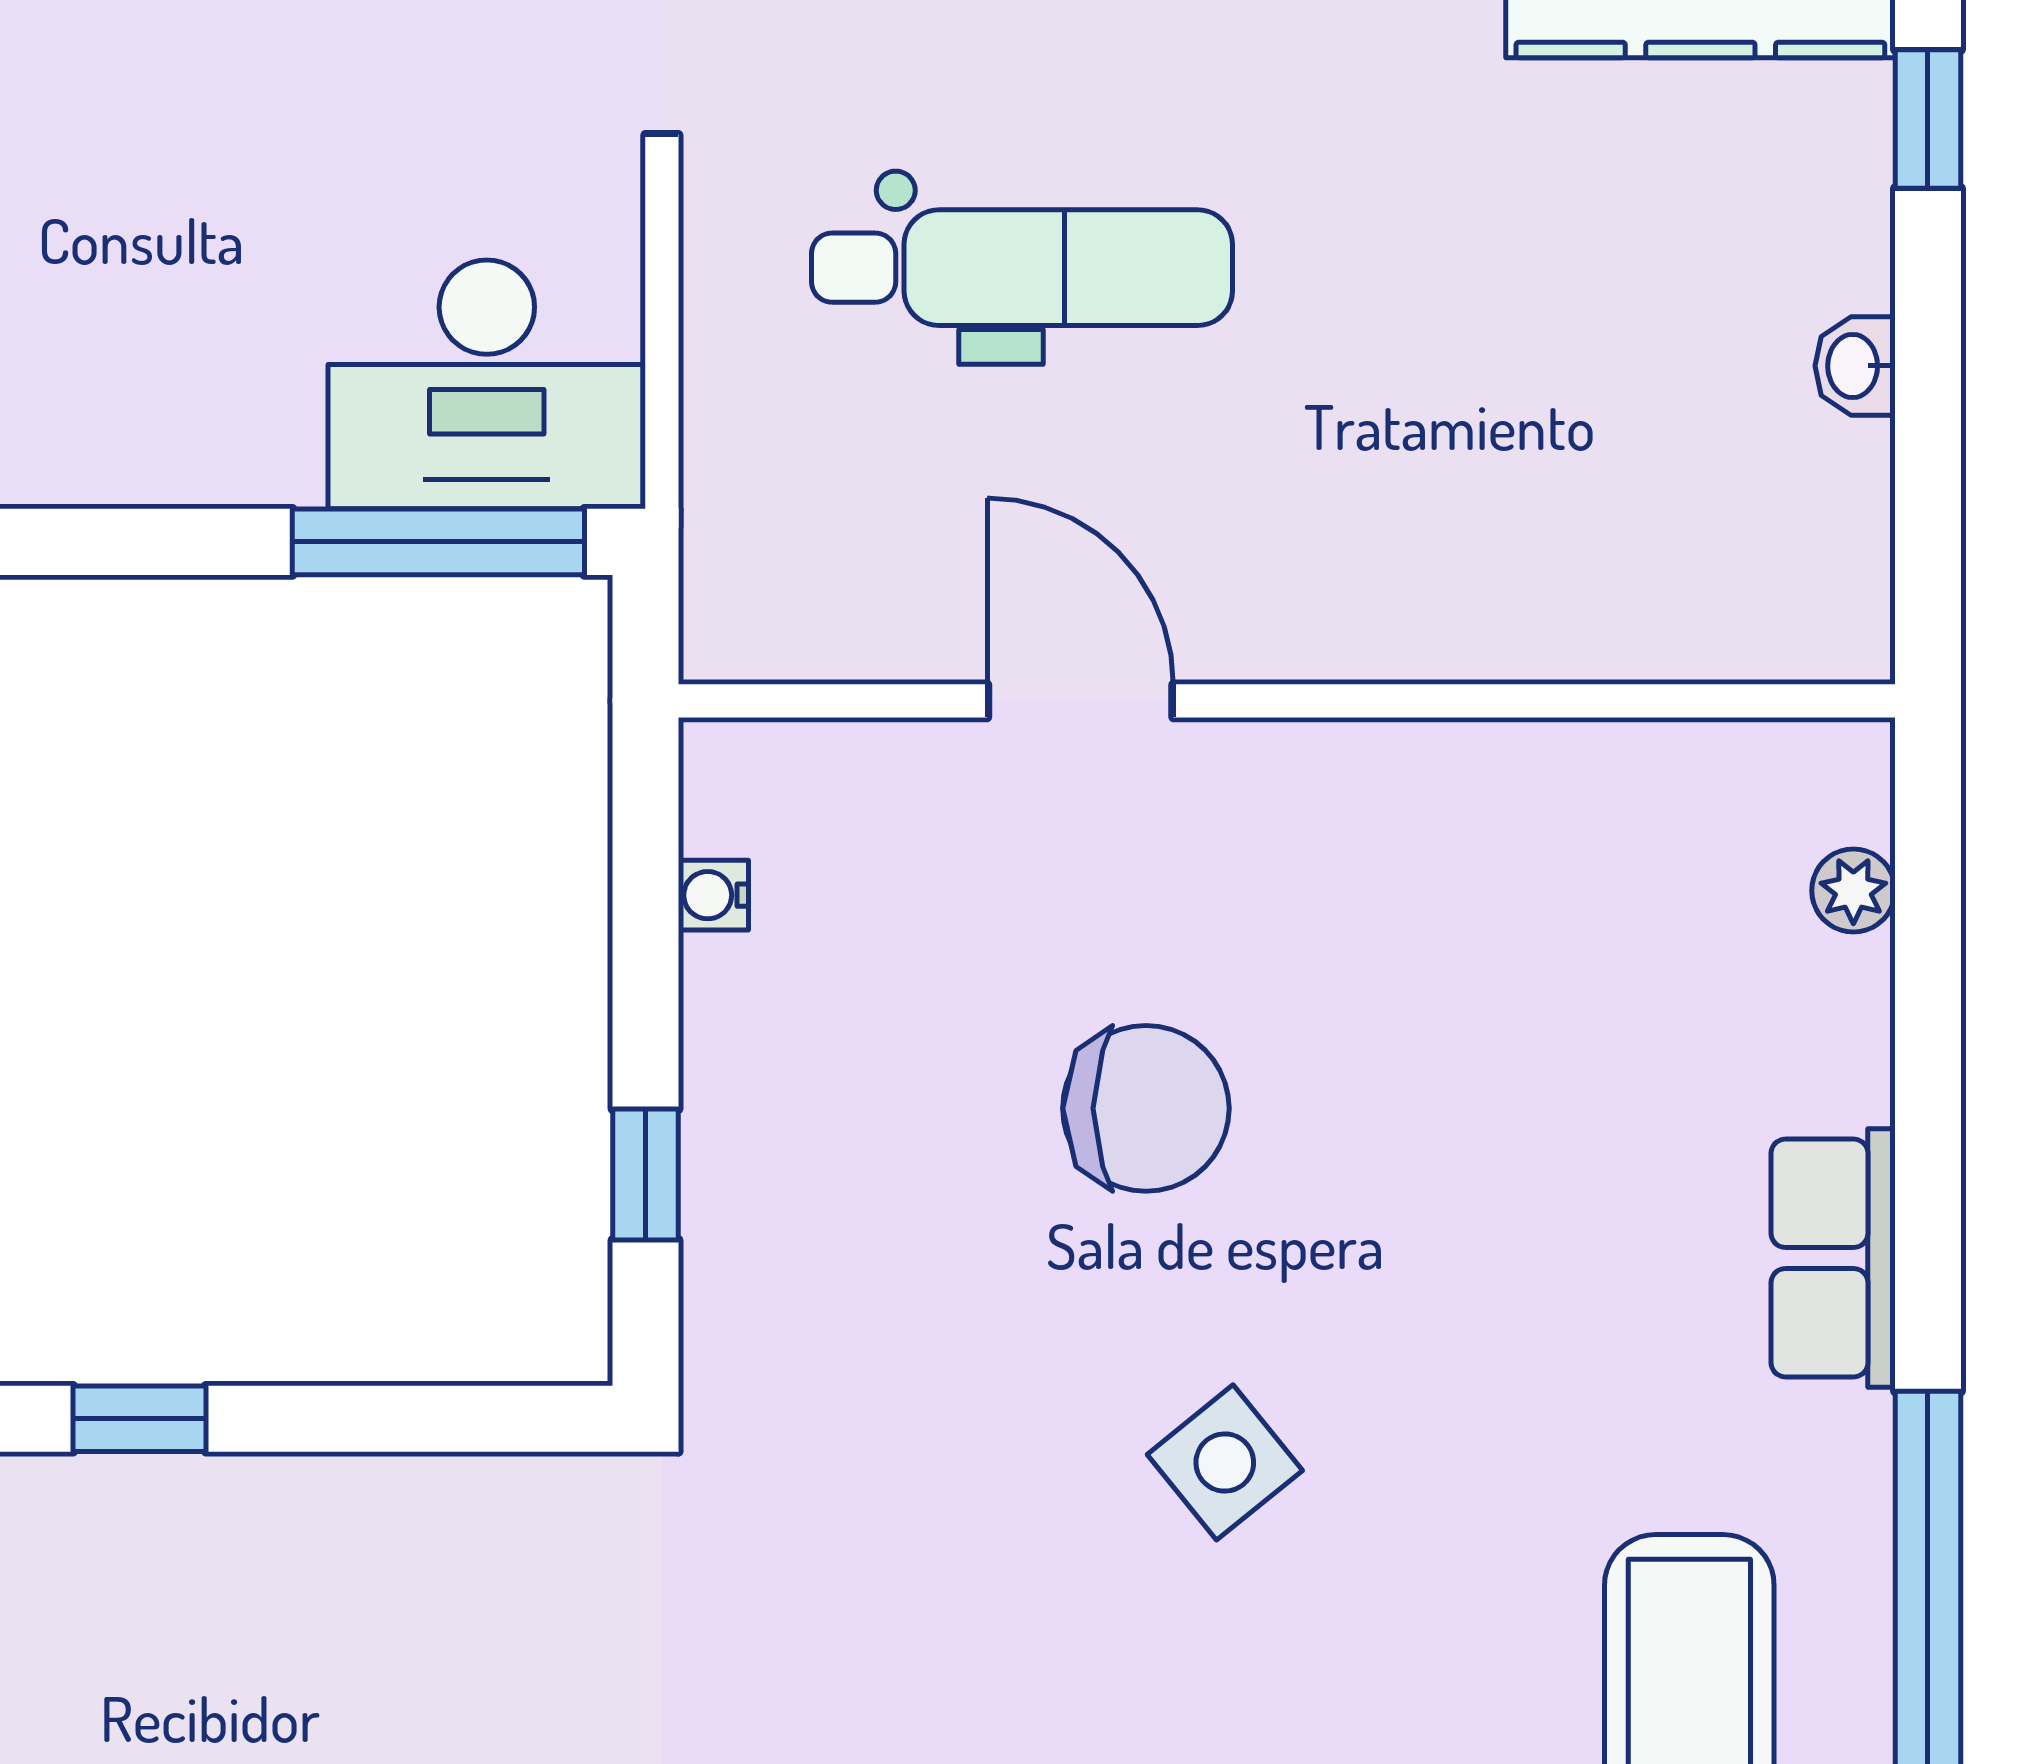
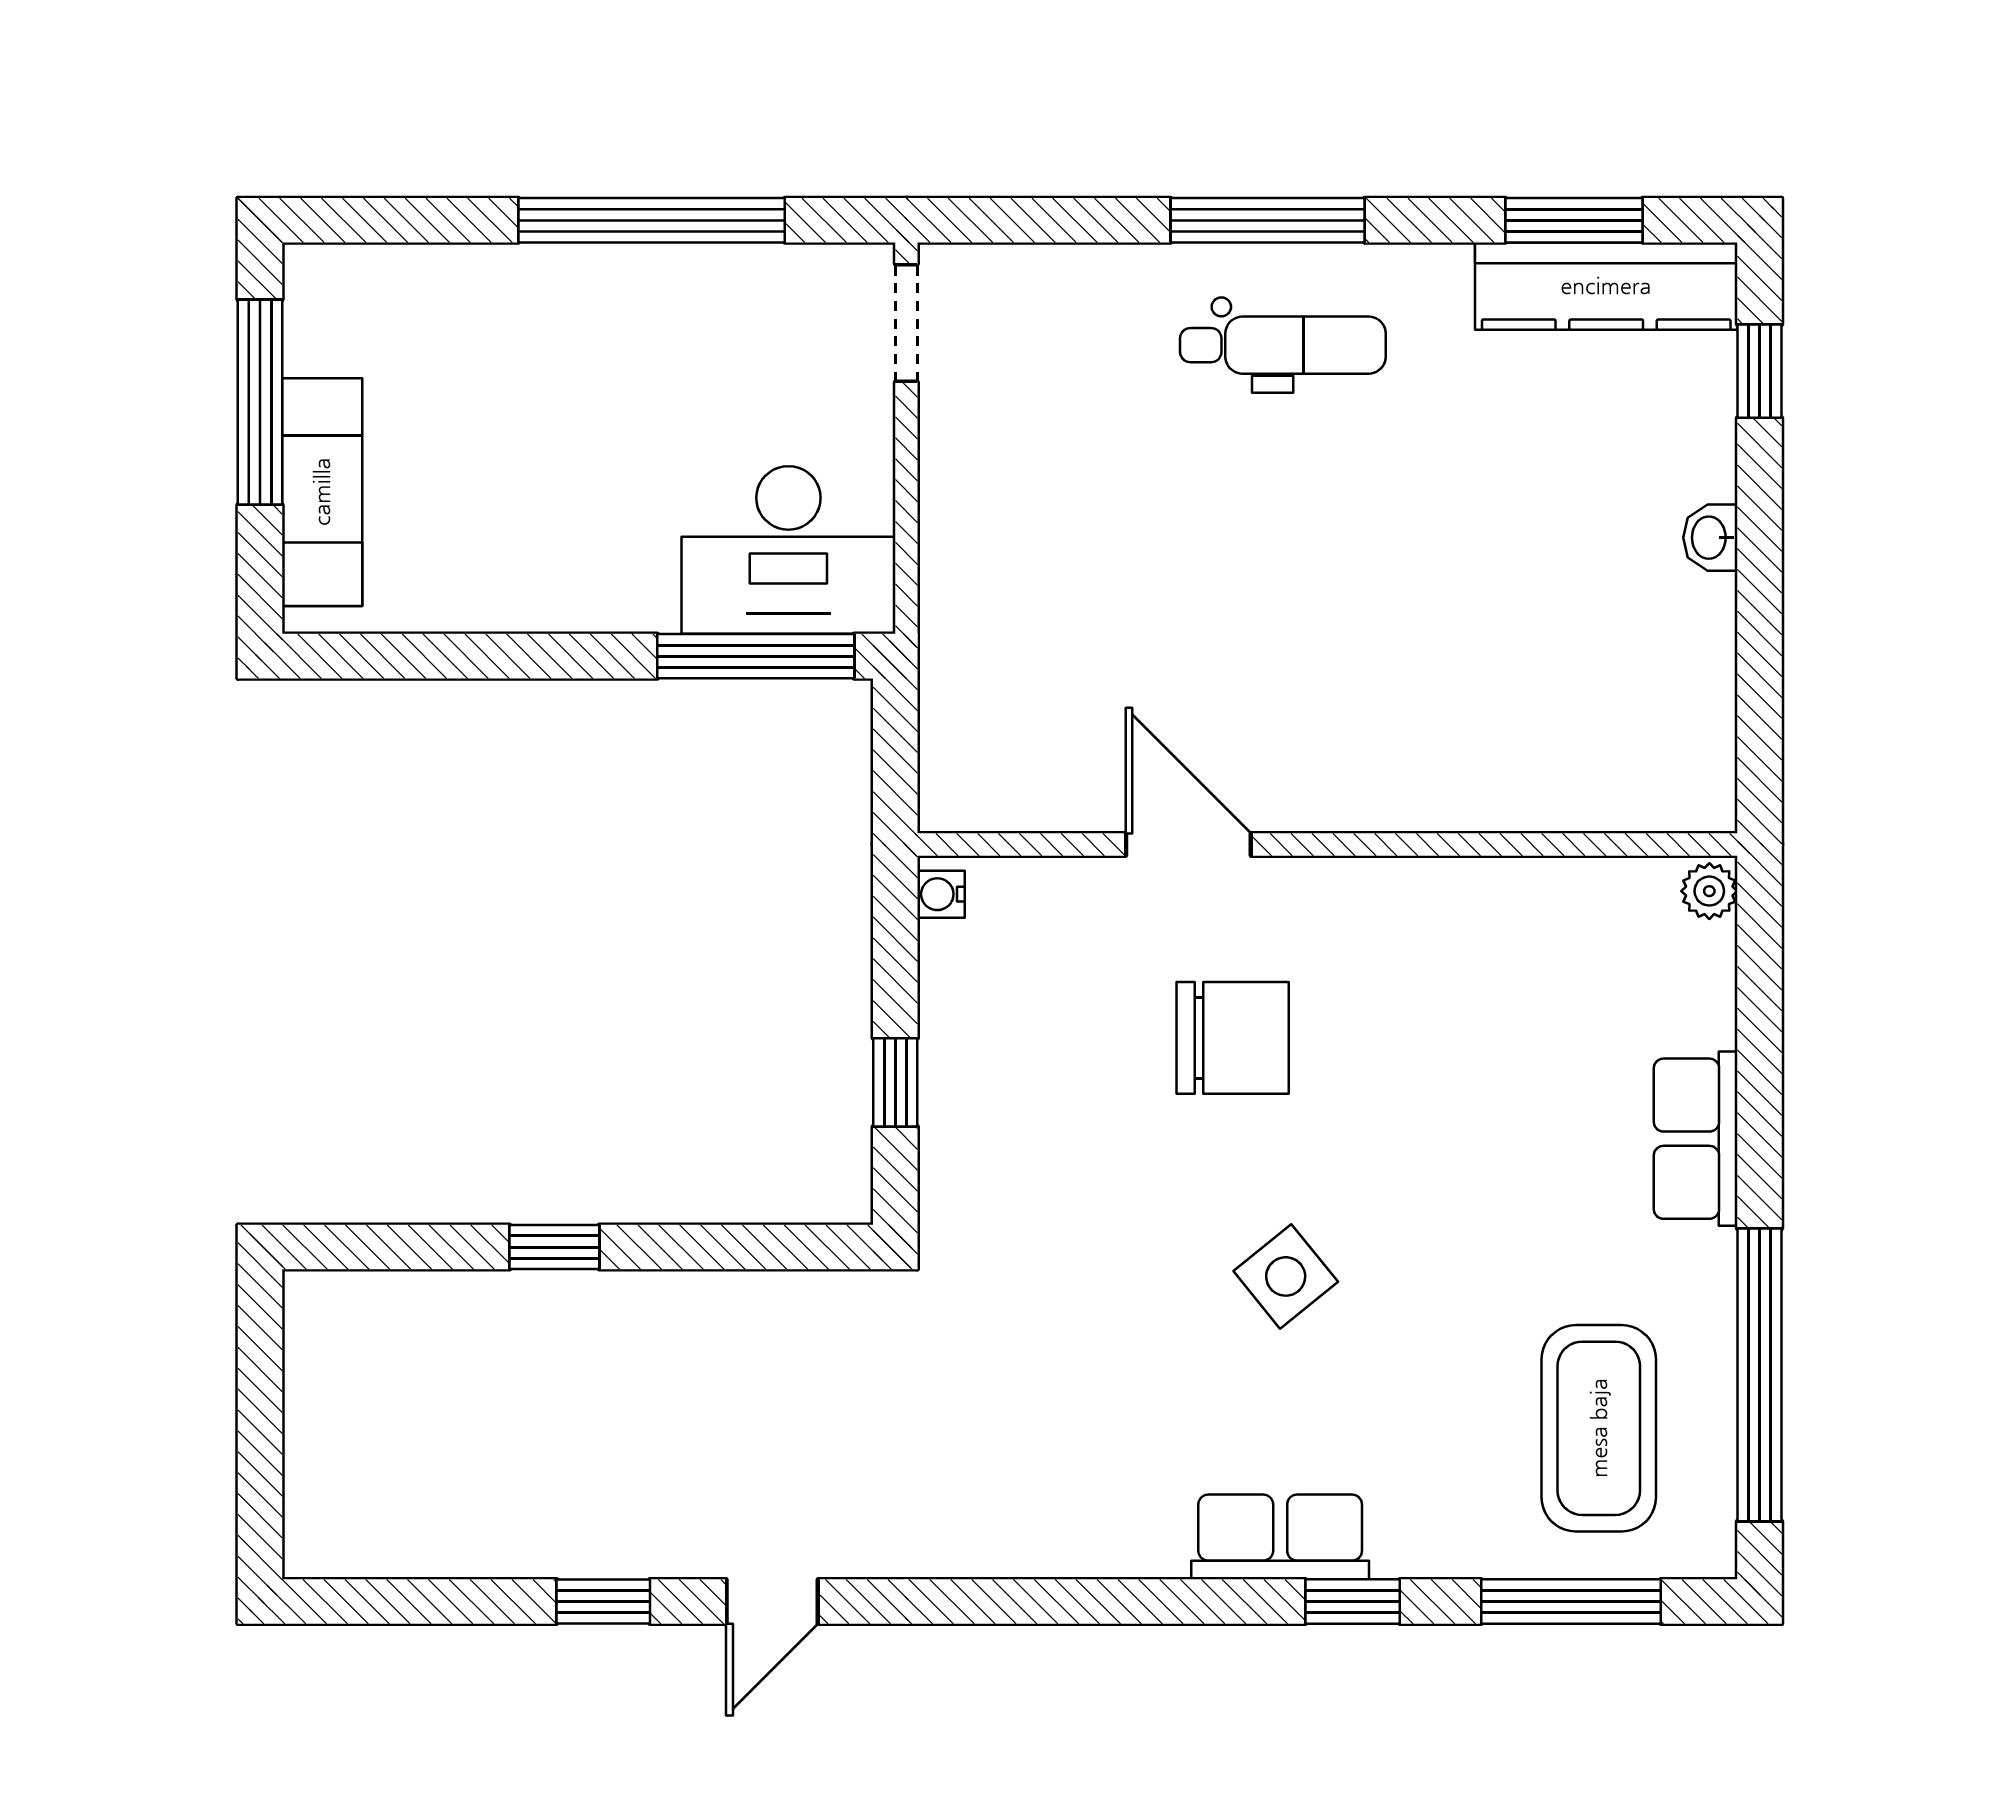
dental chair: (1022, 268) -> (1283, 345), moved, width x0.73, depth x0.72
door: (1080, 701) -> (1188, 844), moved
wall: (1287, 701) -> (1327, 844), moved

